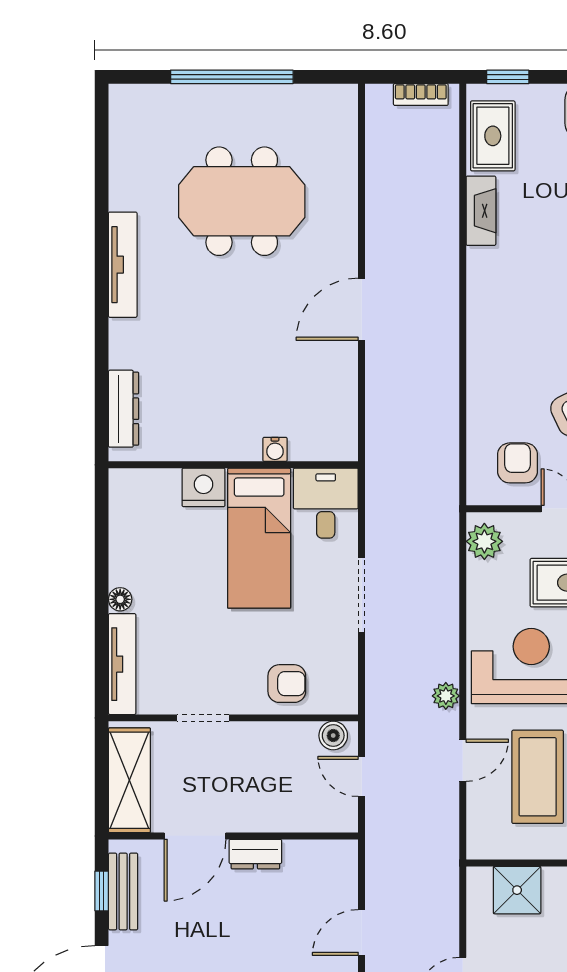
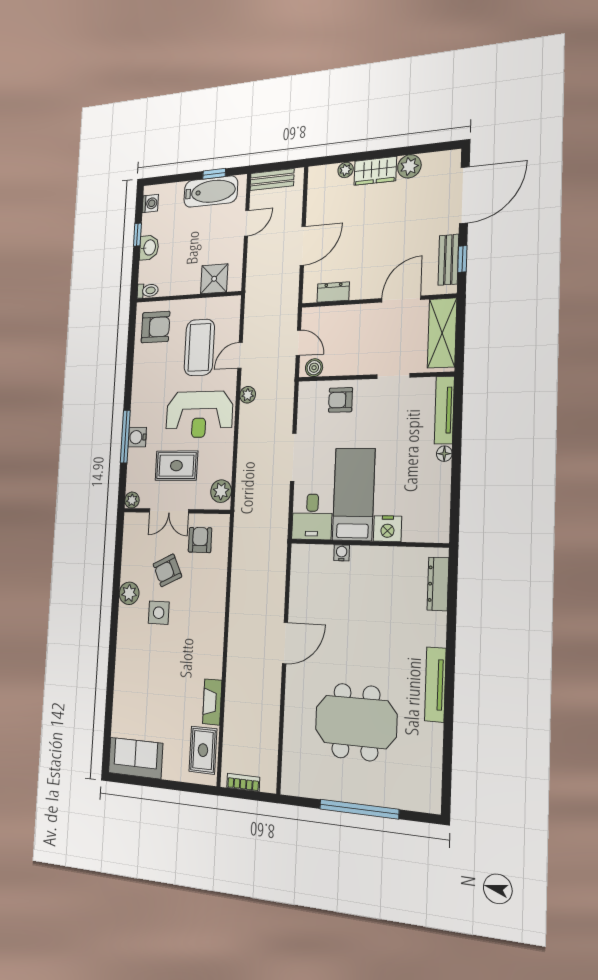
window: (508, 77) -> (192, 788), removed
armchair: (517, 463) -> (200, 540), turned 180
dresser: (255, 854) -> (333, 292), moved
door: (362, 933) -> (303, 246), width x1.38

